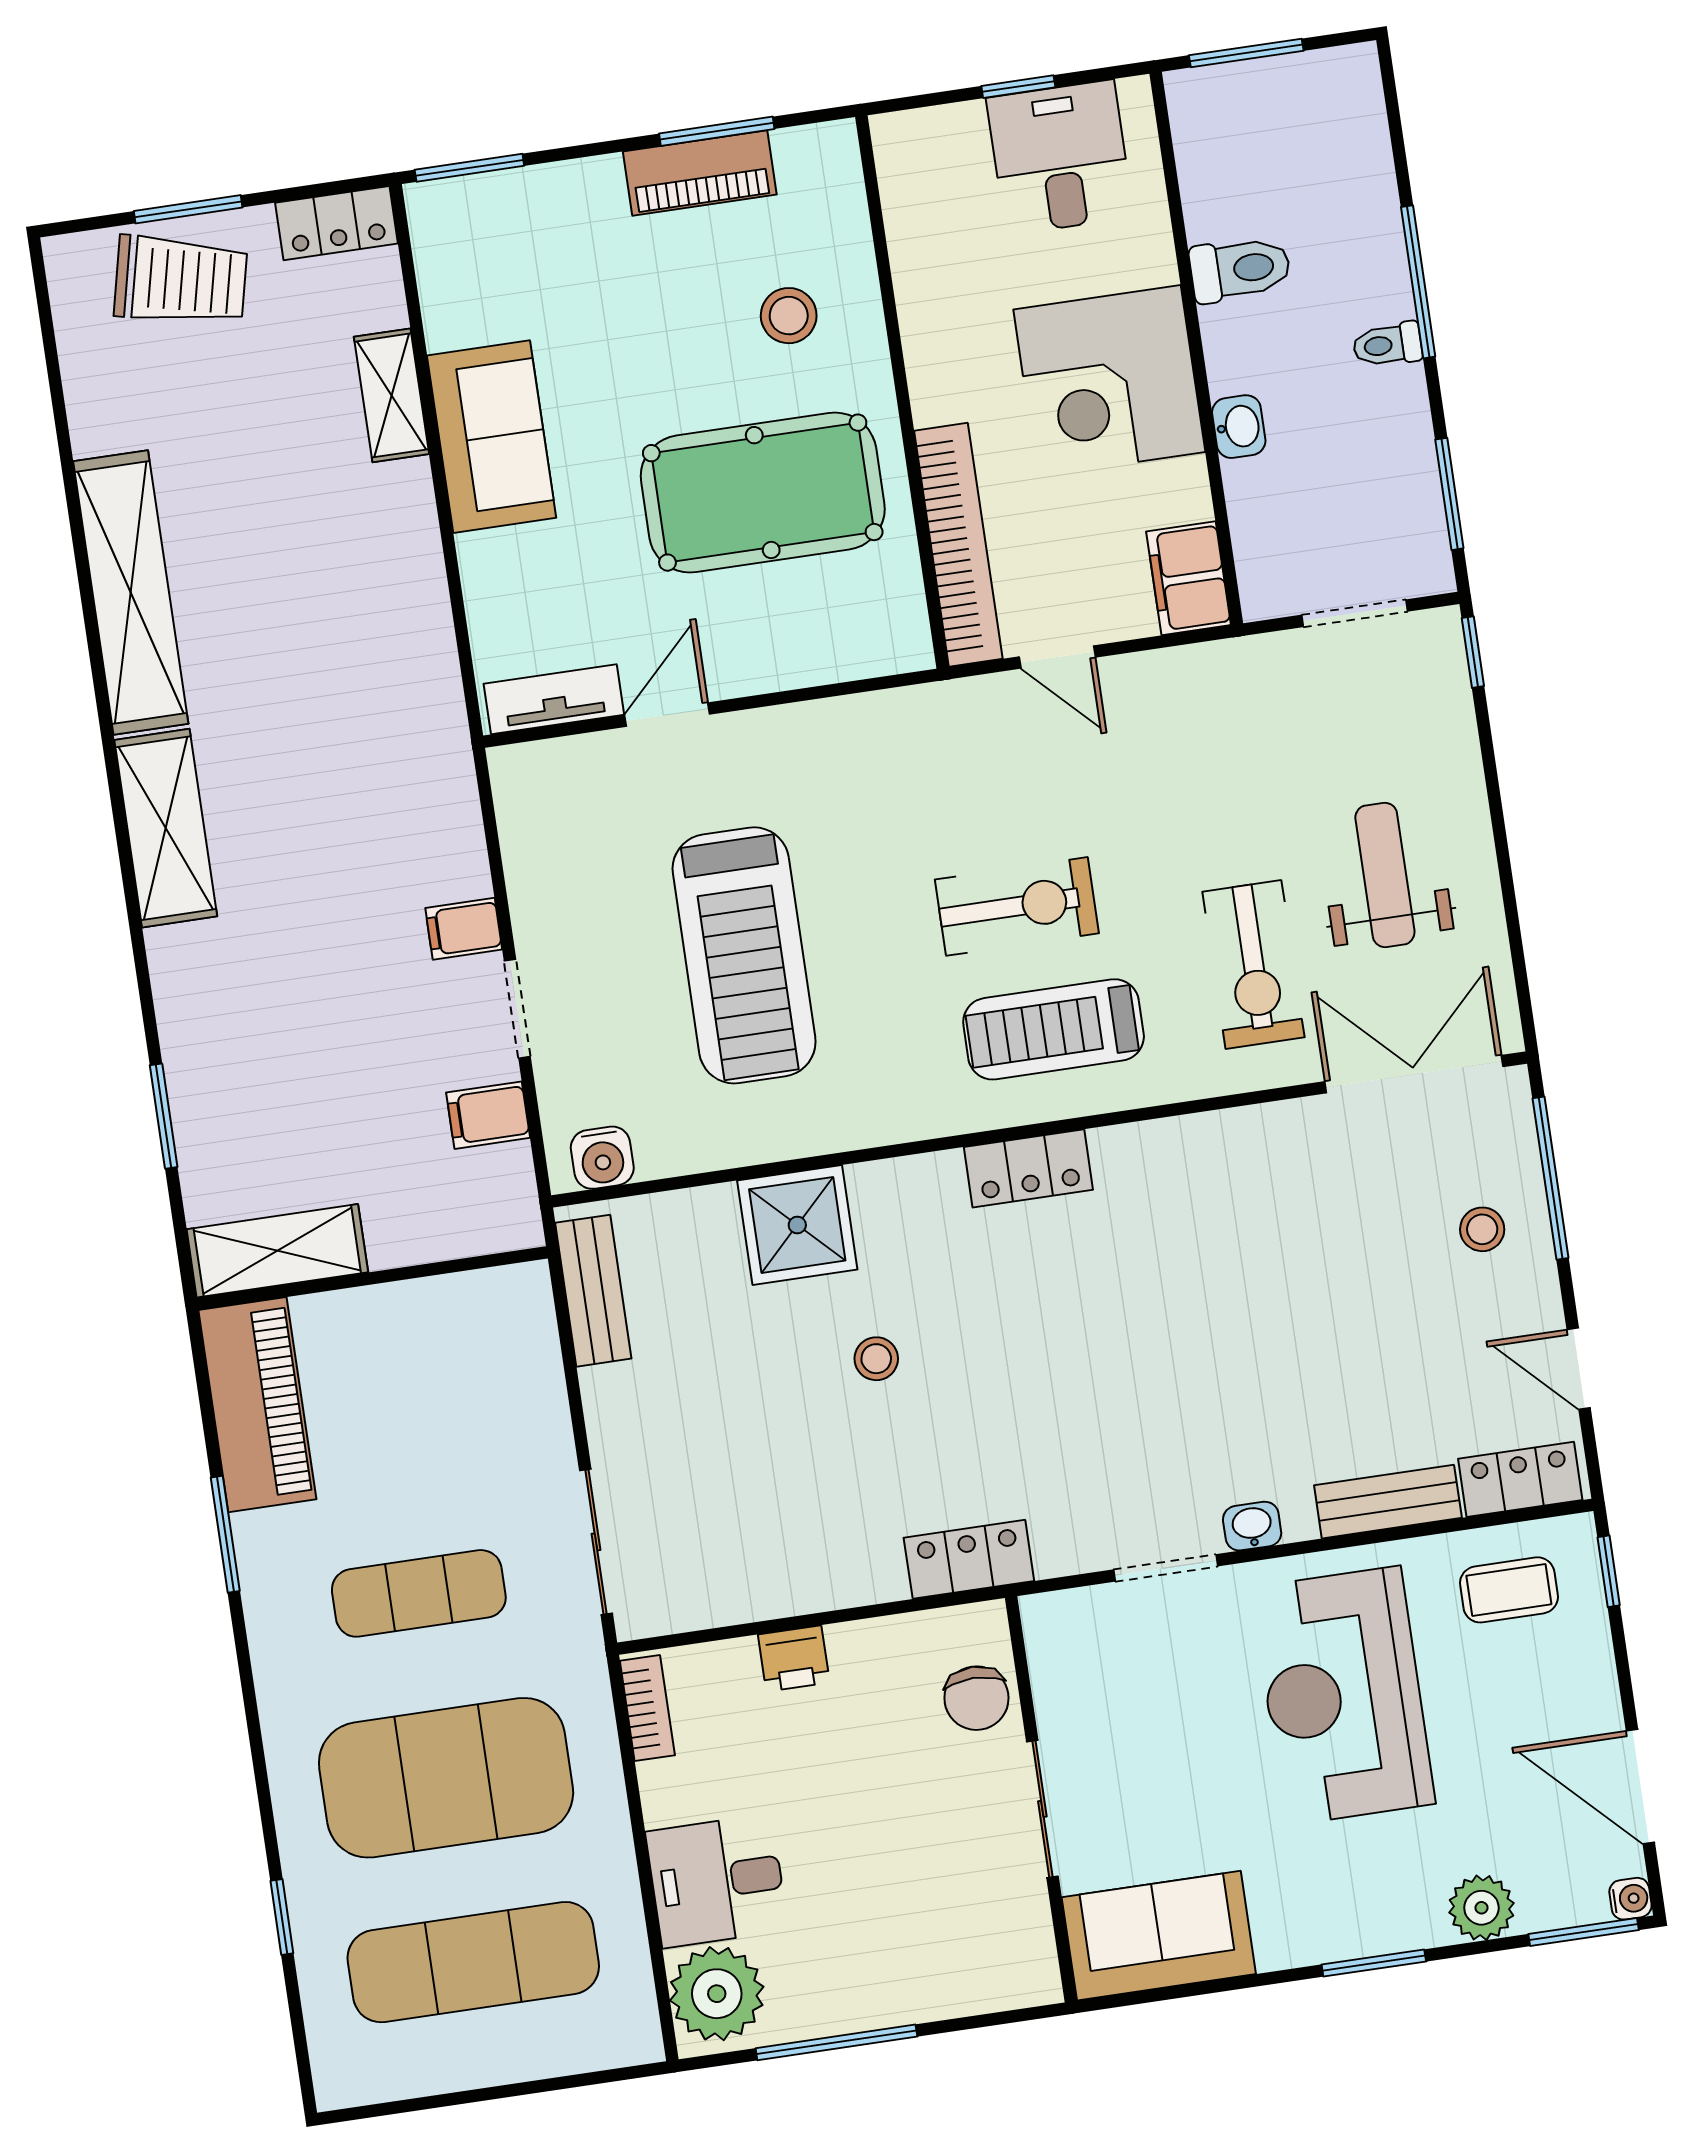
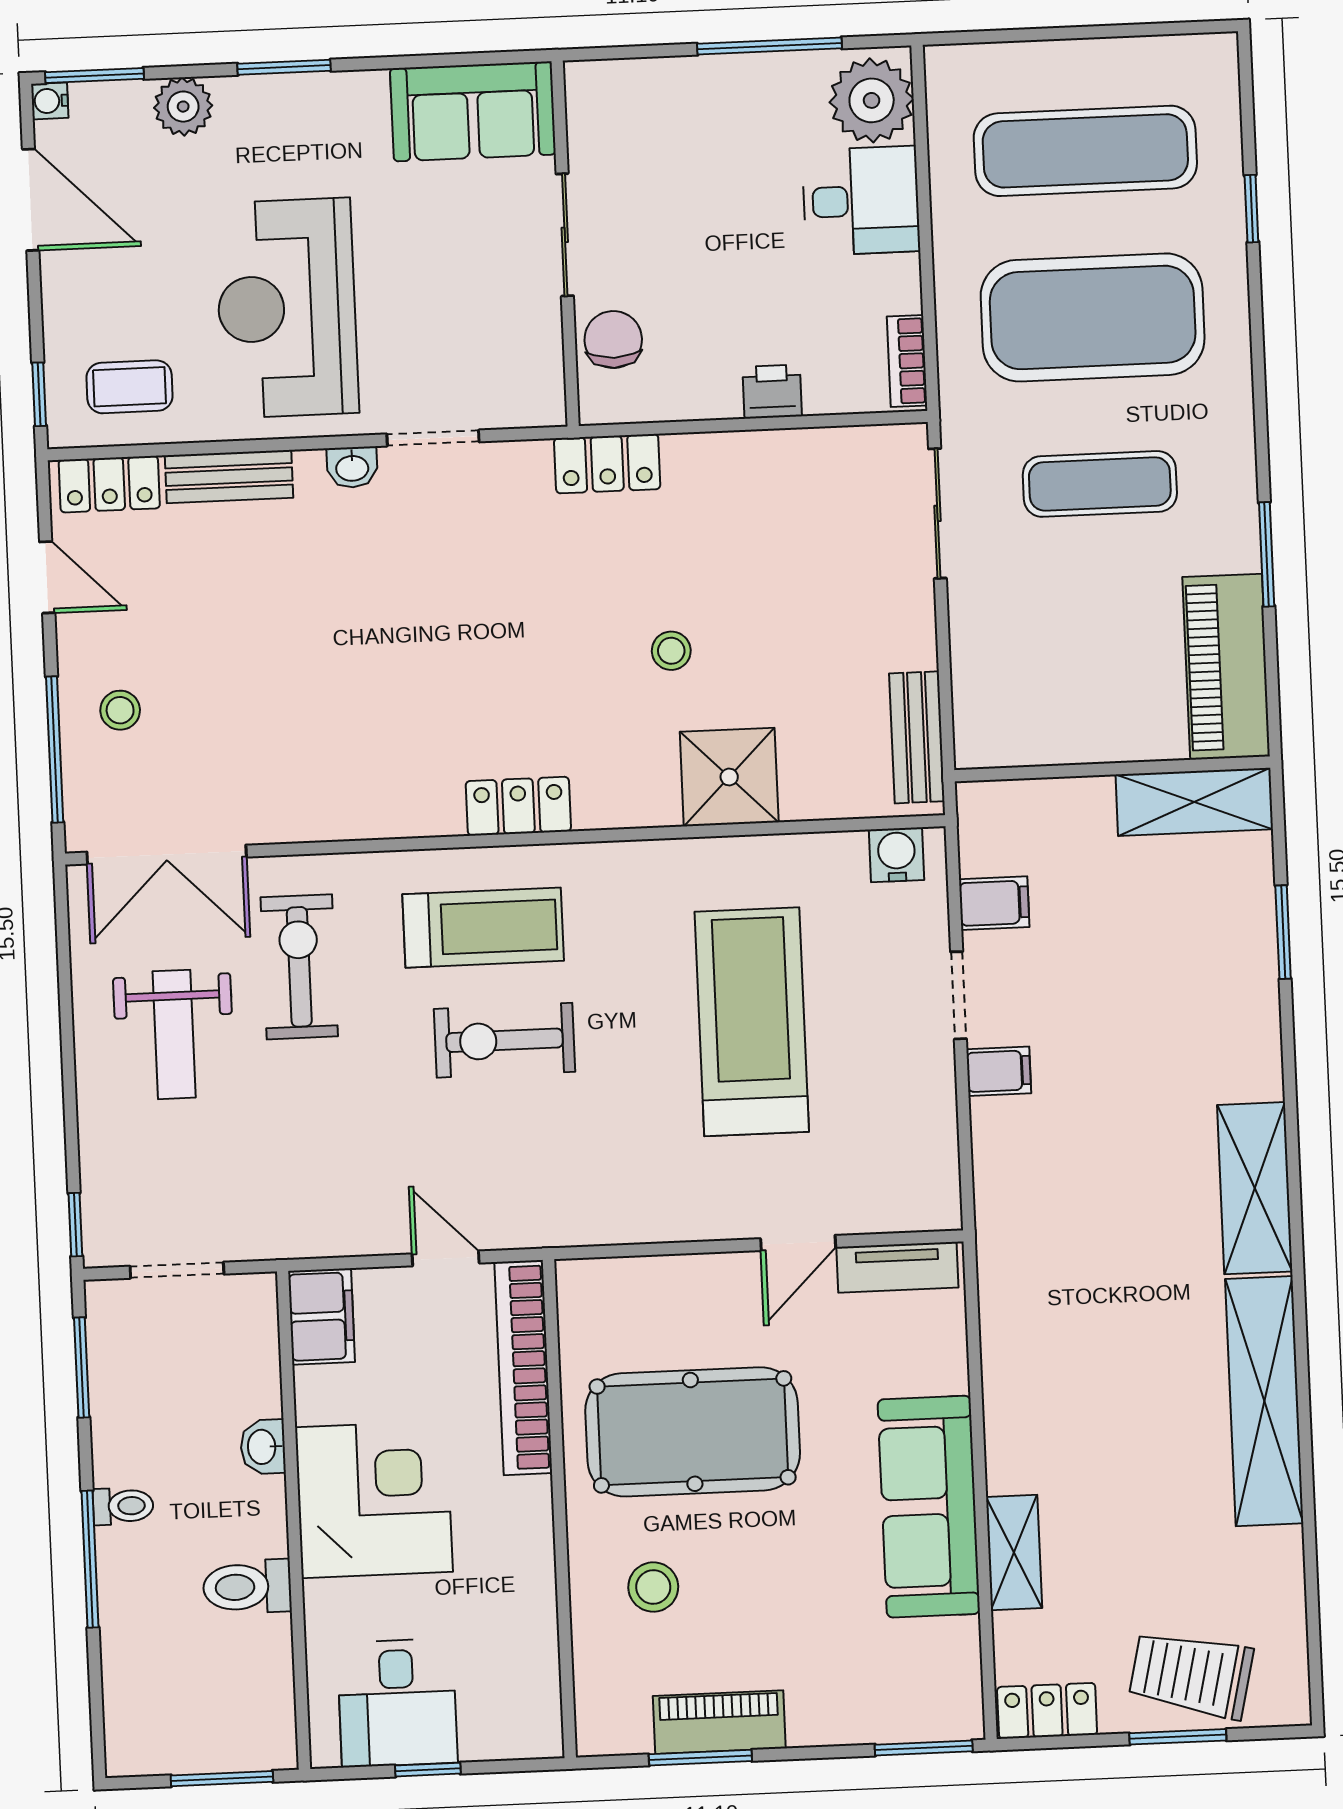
sofa: (492, 437) -> (929, 1507), width x1.36
reception desk: (1343, 1696) -> (287, 308), turned 180

